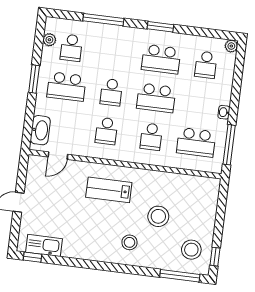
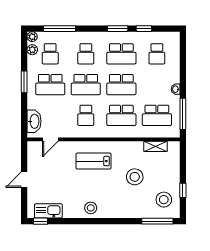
window: (103, 20) -> (60, 29), moved
window: (193, 31) -> (144, 29), added
plant: (231, 46) -> (32, 37), moved
school desk: (116, 53) -> (86, 54), added
school desk: (111, 92) -> (86, 85), width x1.85
school desk: (151, 137) -> (121, 115), width x1.85
shelving: (189, 181) -> (156, 146), added
stool: (129, 242) -> (91, 208), moved
window: (215, 257) -> (183, 190), moved

